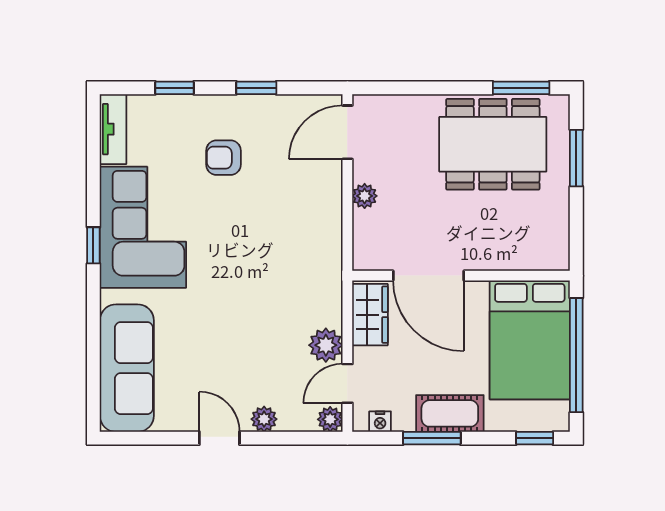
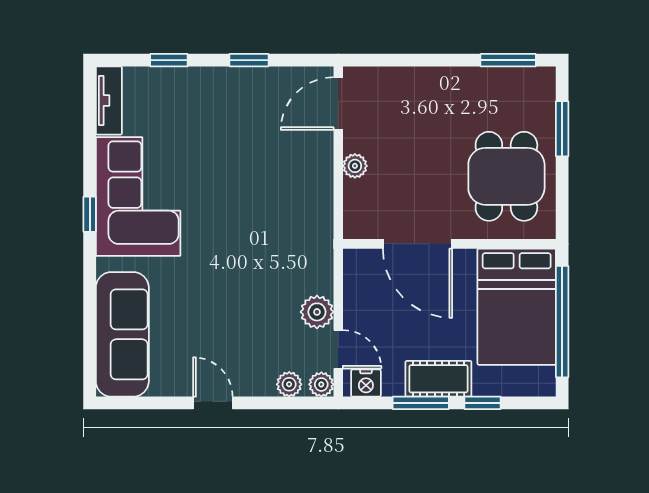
dining table: (493, 144) -> (506, 176), moved, width x0.73
armchair: (223, 158) -> (217, 128), removed
wardrobe: (370, 315) -> (360, 282), removed
door: (347, 383) -> (338, 349), swing flipped
plant: (264, 419) -> (289, 384), moved
nightstand: (380, 422) -> (366, 383), width x1.39, depth x1.35
window: (535, 438) -> (482, 403), moved

